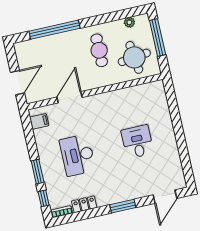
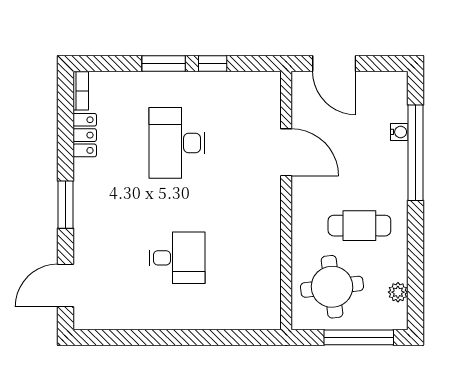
water cooler: (46, 41) -> (399, 132), added
filing cabinet: (39, 121) -> (254, 87), removed
desk: (77, 155) -> (177, 143), turned -90
door: (165, 197) -> (65, 285), hinge flipped
window: (44, 198) -> (213, 63), moved

